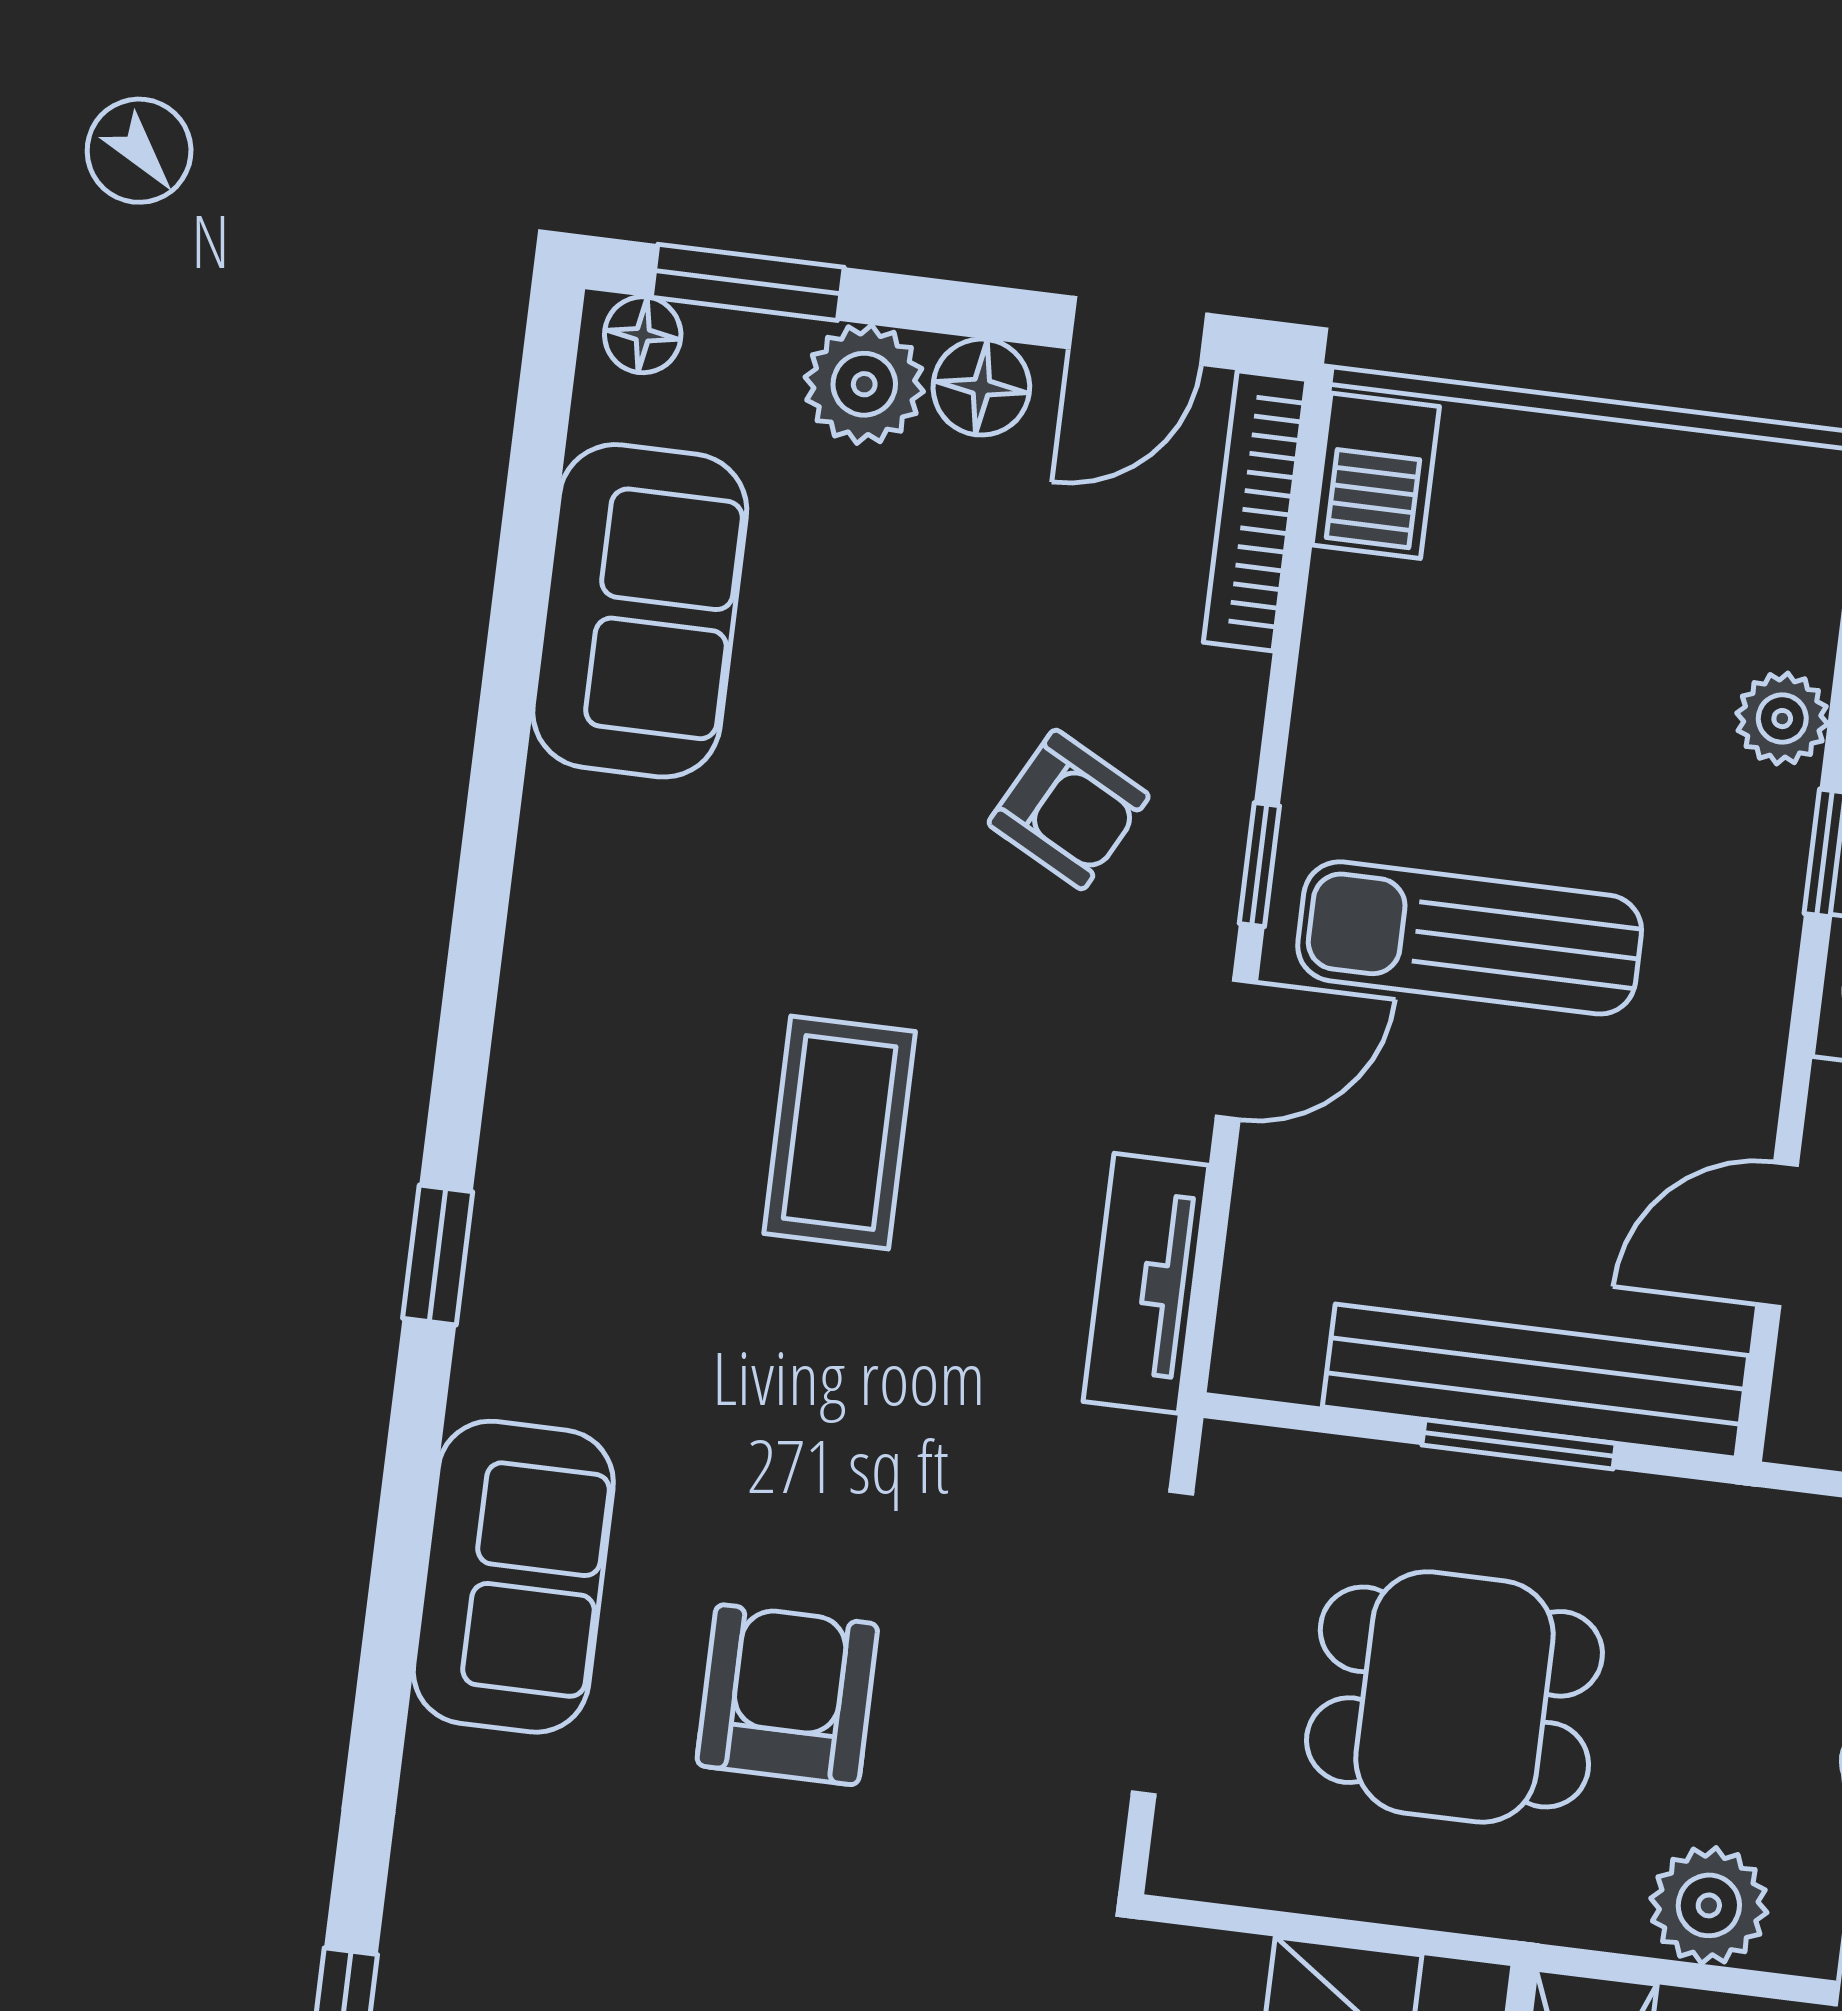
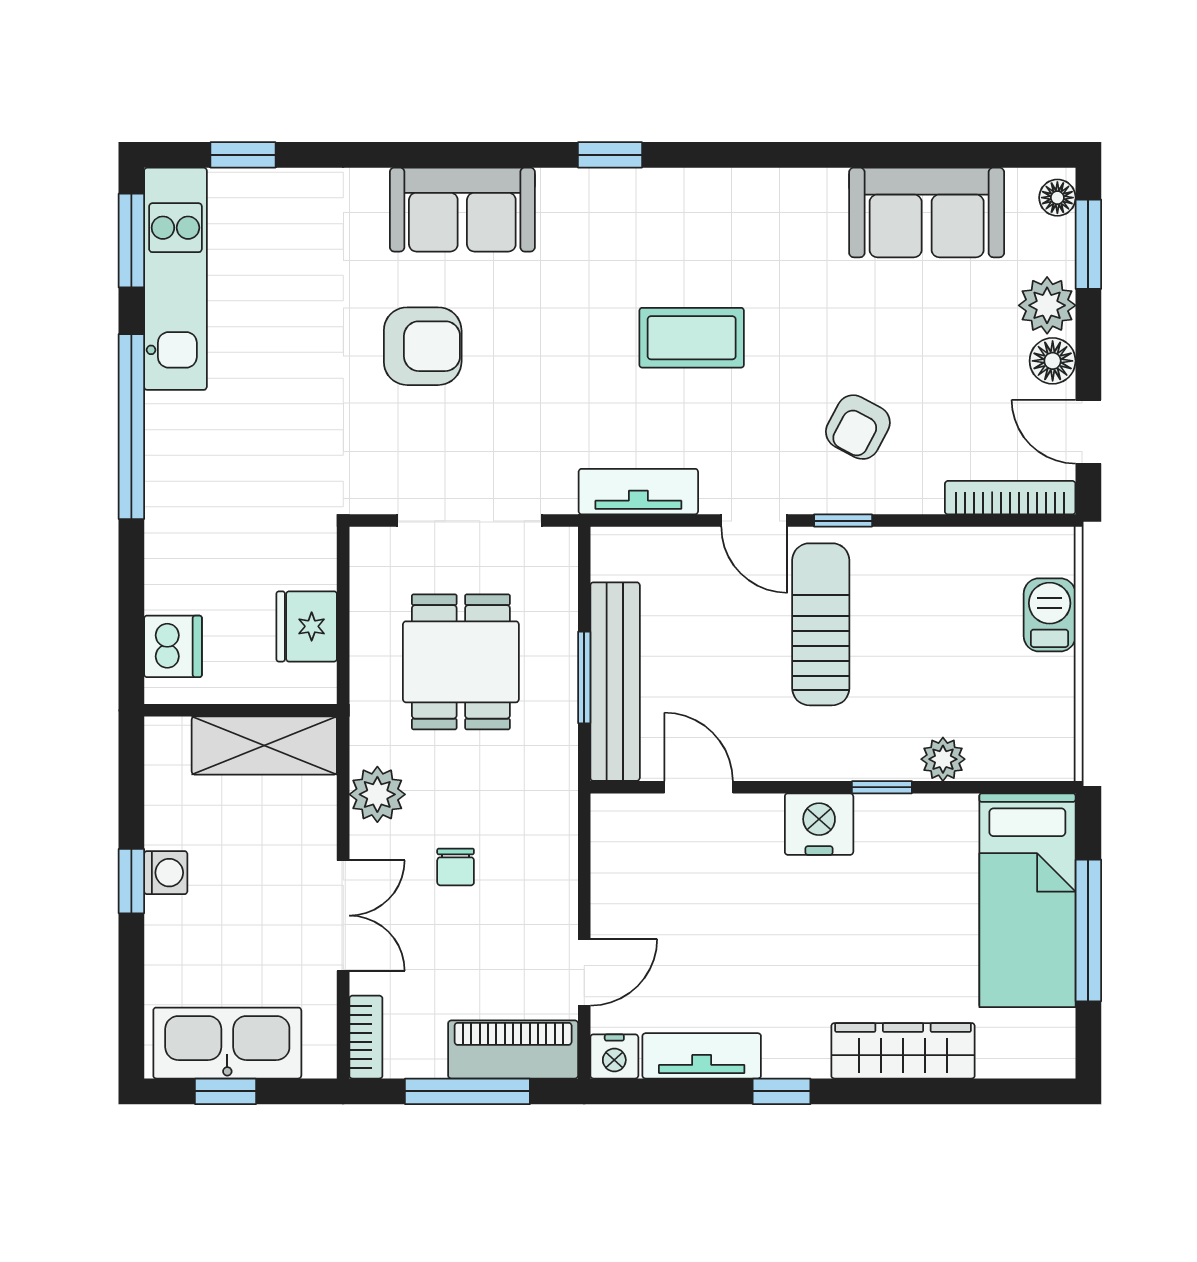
barbecue: (1376, 476) -> (1050, 615), moved, turned 90

